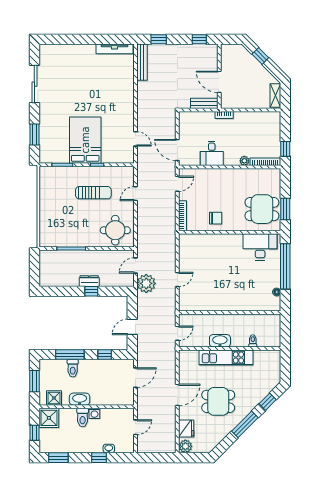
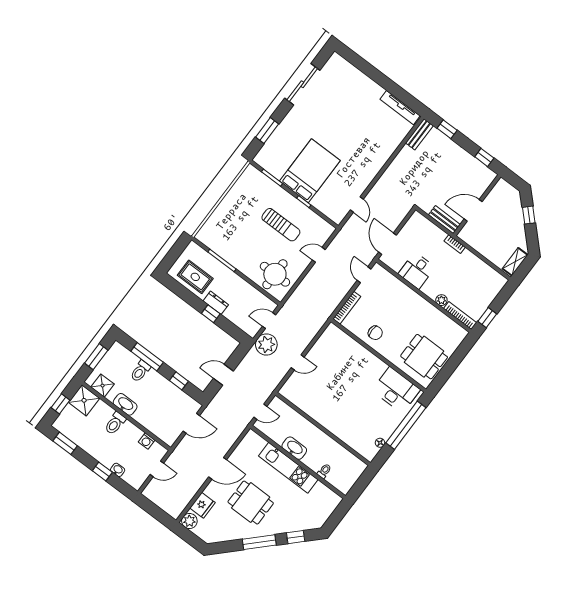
bench: (142, 62) -> (419, 134), width x0.73
door: (219, 82) -> (473, 210), hinge flipped
door: (177, 184) -> (364, 275), swing flipped
window: (285, 209) -> (445, 373), removed
rug: (61, 274) -> (195, 277), added
washing machine: (94, 413) -> (147, 441), moved

